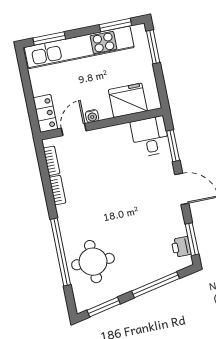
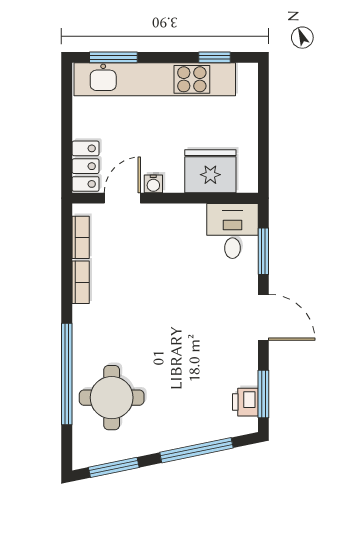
window: (115, 25) -> (214, 57), width x0.67
window: (153, 47) -> (263, 100), removed

